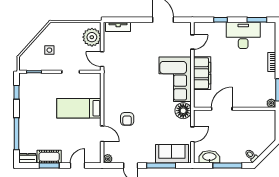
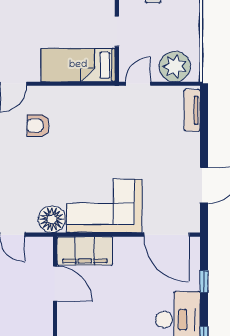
door: (192, 42) -> (167, 235), width x1.88
filing cabinet: (202, 73) -> (85, 251), moved
bed: (79, 108) -> (78, 65), moved, turned -90

